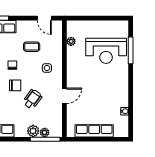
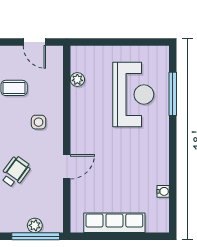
reception desk: (106, 51) -> (133, 95), turned -90
plant: (33, 131) -> (16, 223), removed

